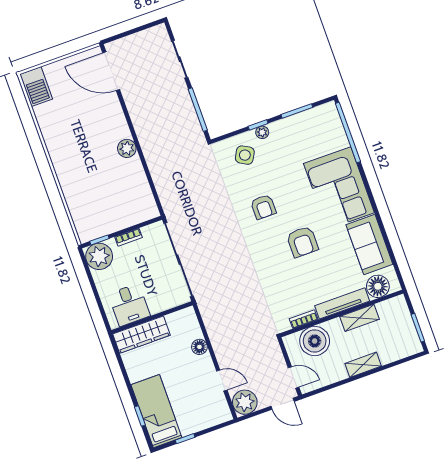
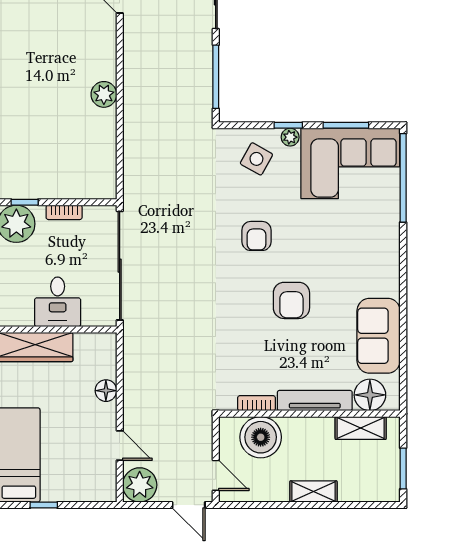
corner sofa: (339, 188) -> (350, 163), moved, turned -90
desk: (129, 305) -> (58, 302), moved
shelving: (360, 318) -> (361, 428), moved

